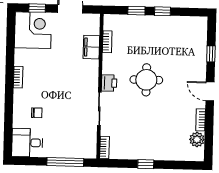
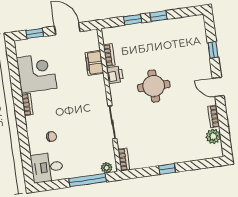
corner desk: (33, 30) -> (37, 73), moved
printer: (109, 83) -> (115, 75), moved
plant: (86, 153) -> (107, 168), added

